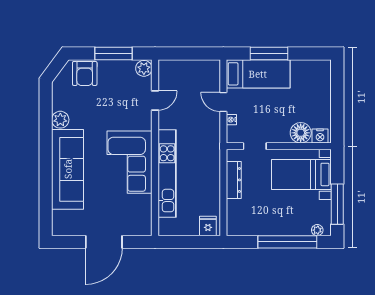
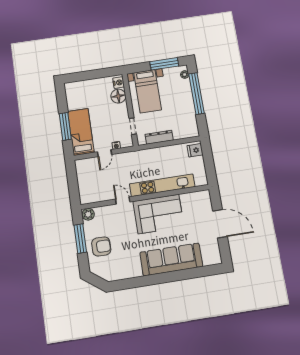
armchair: (85, 73) -> (101, 246), moved
door: (155, 101) -> (123, 201), moved
plant: (60, 120) -> (135, 271), removed

